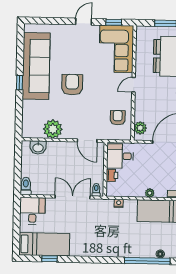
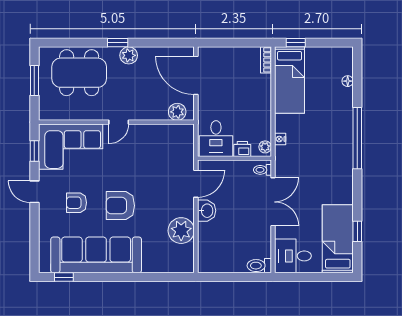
window: (20, 83) -> (64, 277), moved
door: (134, 85) -> (119, 122), hinge flipped
armchair: (118, 118) -> (77, 203), moved
washbasin: (38, 147) -> (207, 211), moved
plant: (150, 193) -> (265, 147), moved
double door: (73, 197) -> (273, 202), swing flipped
window: (147, 261) -> (357, 138), moved

